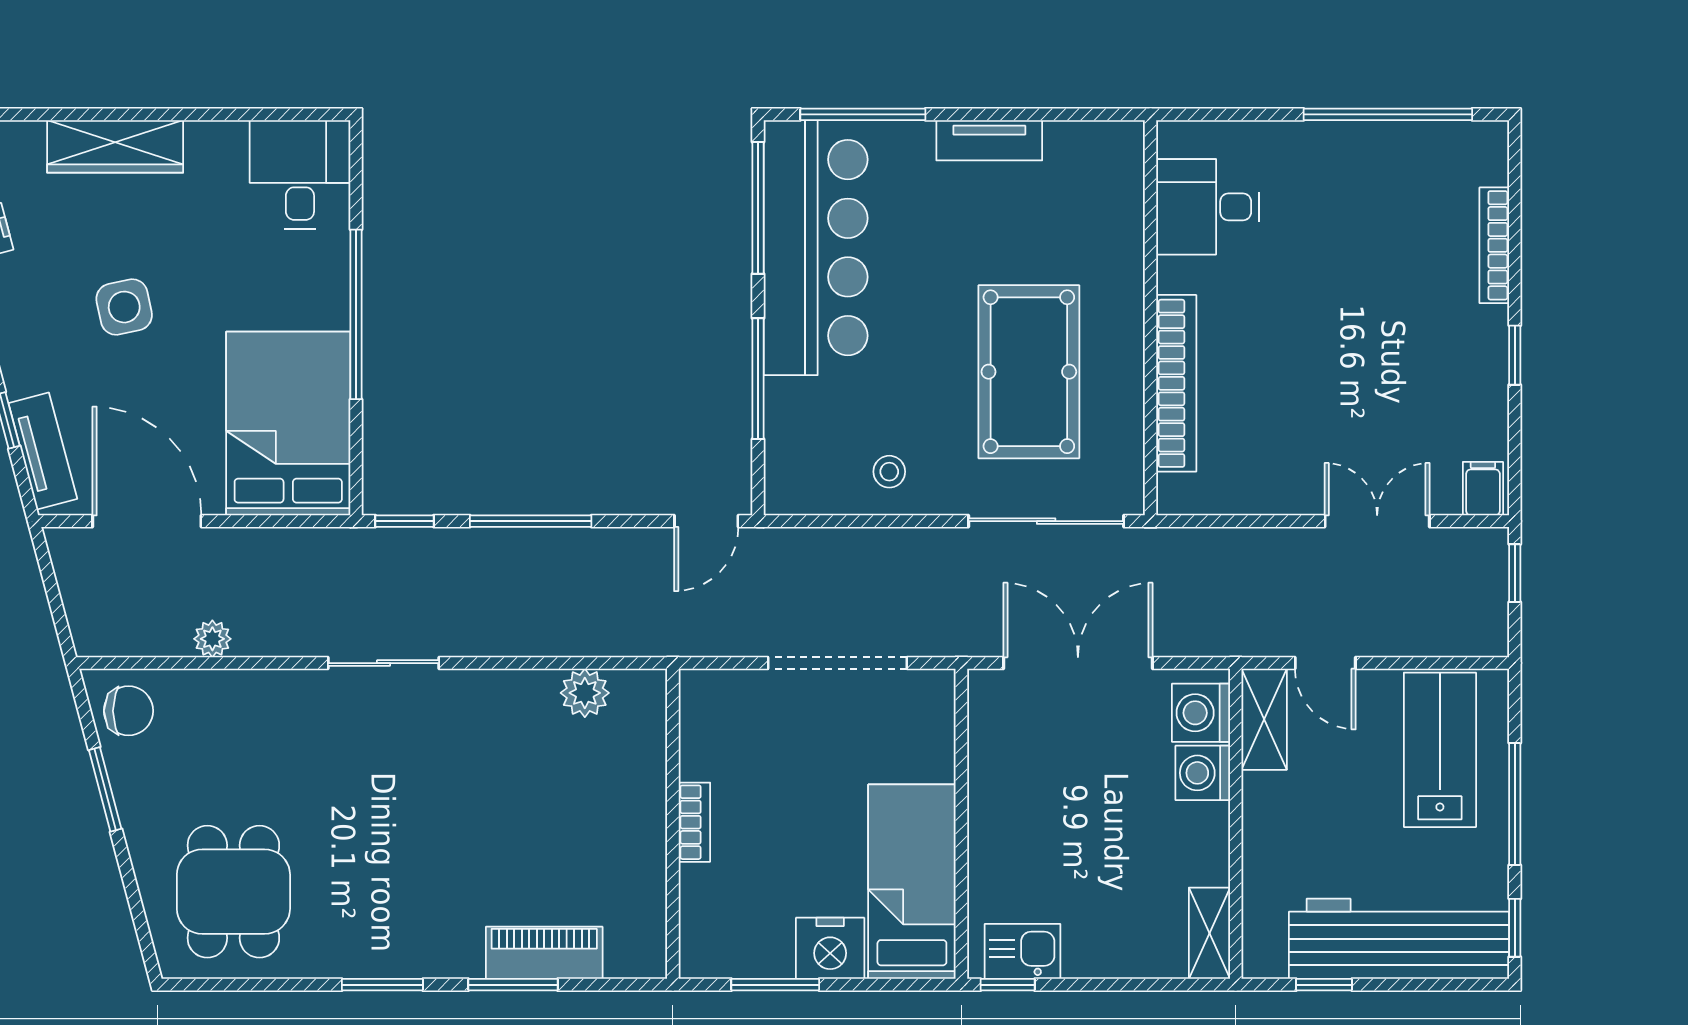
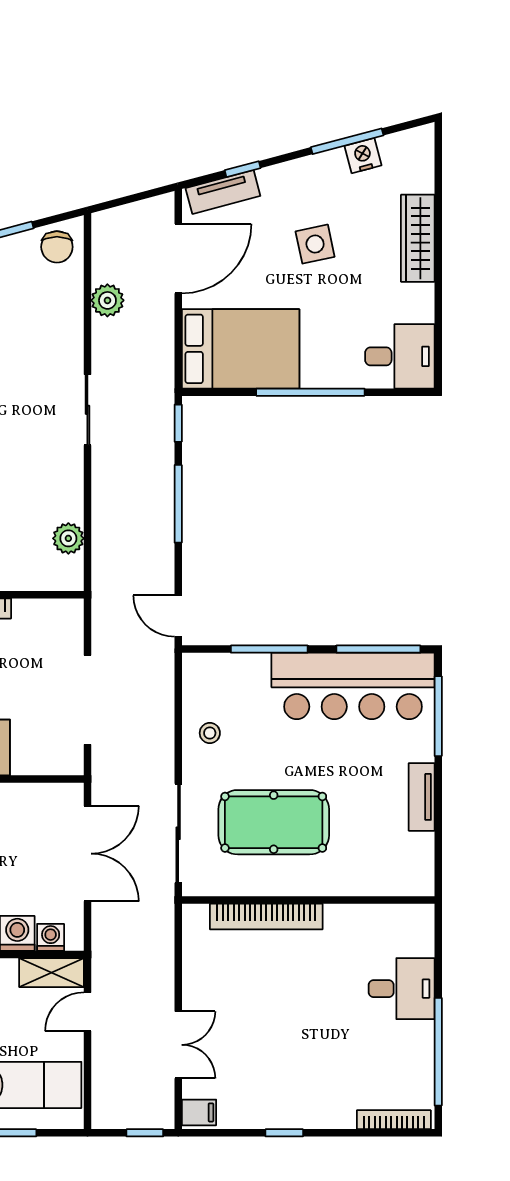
desk: (1208, 207) -> (402, 989), moved, turned 90
bookcase: (1494, 245) -> (394, 1120), moved
plant: (212, 639) -> (107, 300), width x1.38, depth x1.38
washing machine: (1201, 713) -> (51, 937), width x0.73, depth x0.73

